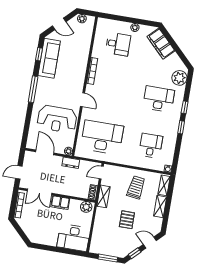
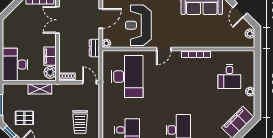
trolley: (136, 187) -> (80, 122), turned 82
shelving: (103, 196) -> (40, 89), moved
filing cabinet: (60, 203) -> (50, 56), moved
pallet: (127, 220) -> (24, 118), moved

